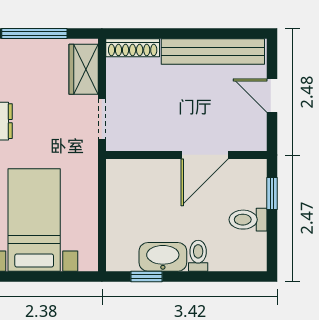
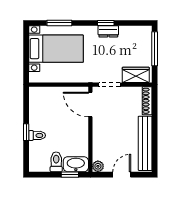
plant: (256, 141) -> (98, 166), added
door: (205, 155) -> (90, 105), moved
washbasin: (163, 257) -> (76, 164), moved, turned -90
window: (147, 276) -> (26, 132), moved

